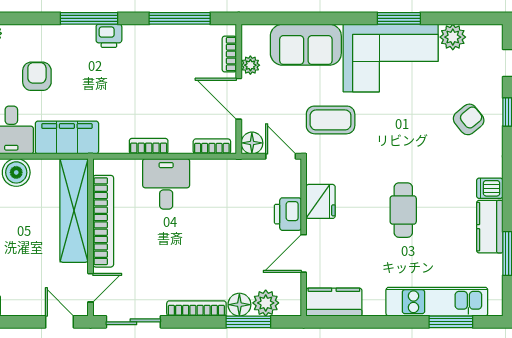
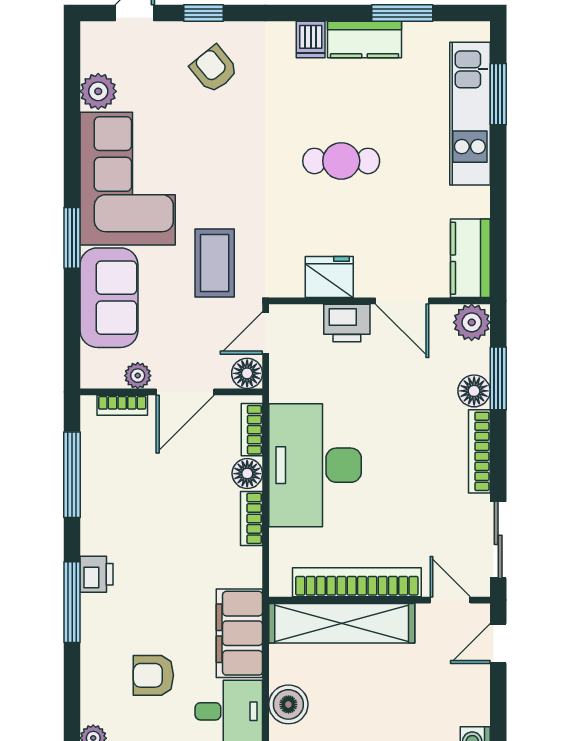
window: (399, 18) -> (72, 238), moved
floor lamp: (181, 143) -> (247, 474), added
desk: (166, 184) -> (315, 465), width x1.87, depth x1.30
plant: (266, 303) -> (472, 322), moved

